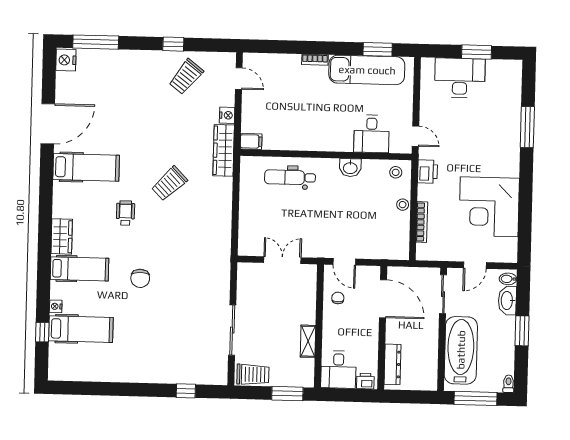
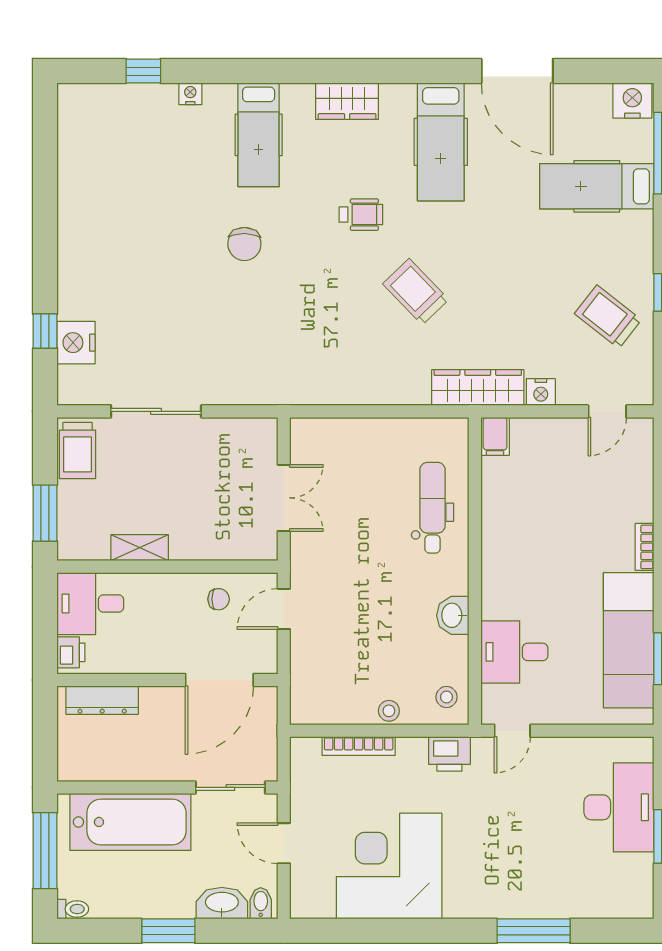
wardrobe: (62, 236) -> (347, 101), moved
chair: (140, 278) -> (244, 244), turned -89
hospital bed: (81, 329) -> (597, 186), moved, turned 90
nightstand: (193, 374) -> (76, 343), added

